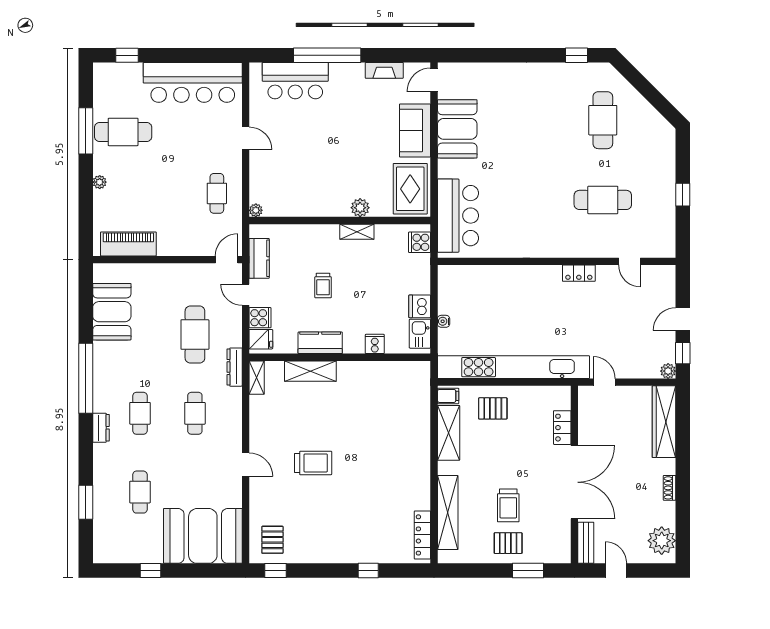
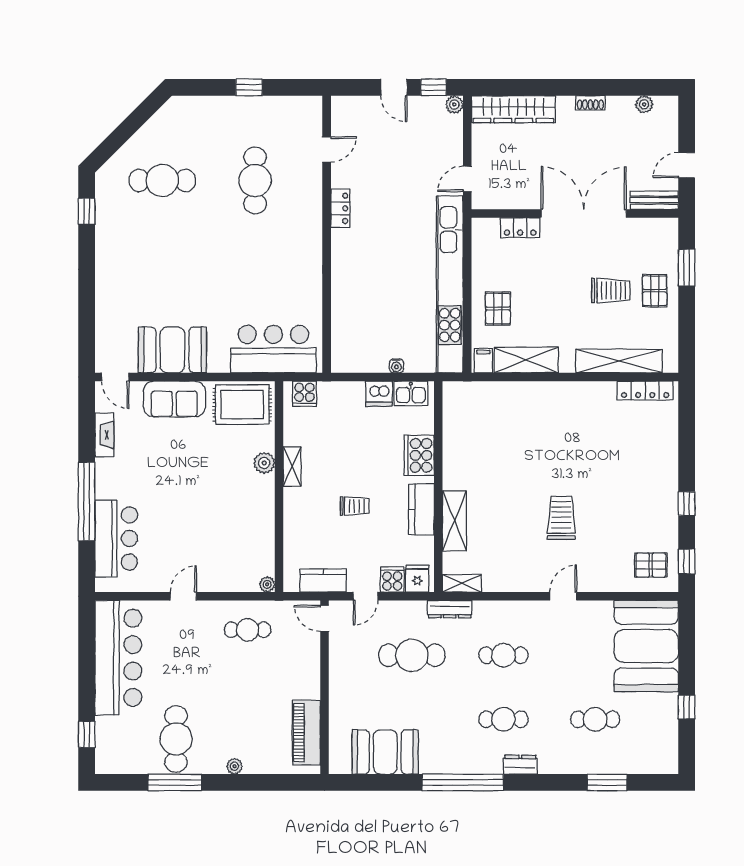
cooker: (375, 344) -> (419, 455), width x1.87, depth x1.31
plant: (662, 541) -> (644, 104), width x0.53, depth x0.53
window: (368, 571) -> (687, 504), moved

